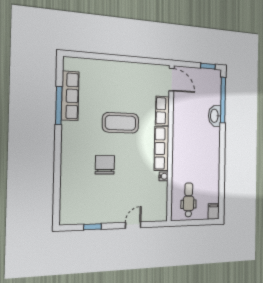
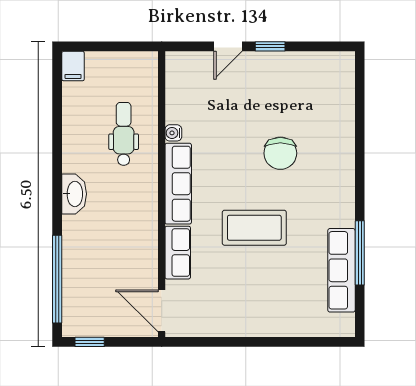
washbasin: (215, 116) -> (74, 194), moved
dental chair: (189, 200) -> (124, 134), moved, turned 180
window: (92, 227) -> (270, 46), moved

